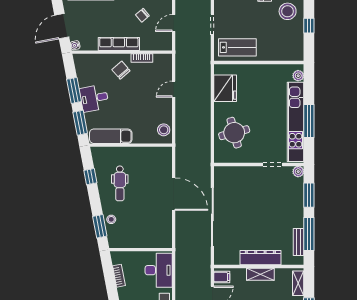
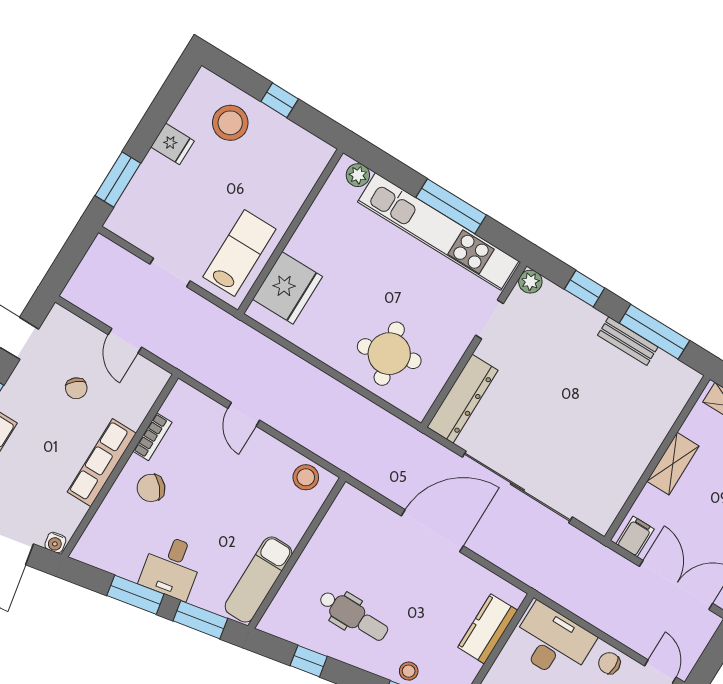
fridge: (225, 88) -> (287, 288), moved, turned 90
window: (309, 195) -> (585, 289), width x0.67
kitchen counter: (148, 241) -> (488, 629), added
bench: (298, 242) -> (628, 341), moved
dresser: (260, 258) -> (462, 399), moved, turned 180

